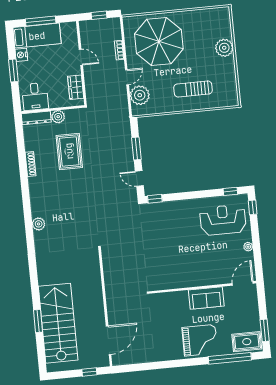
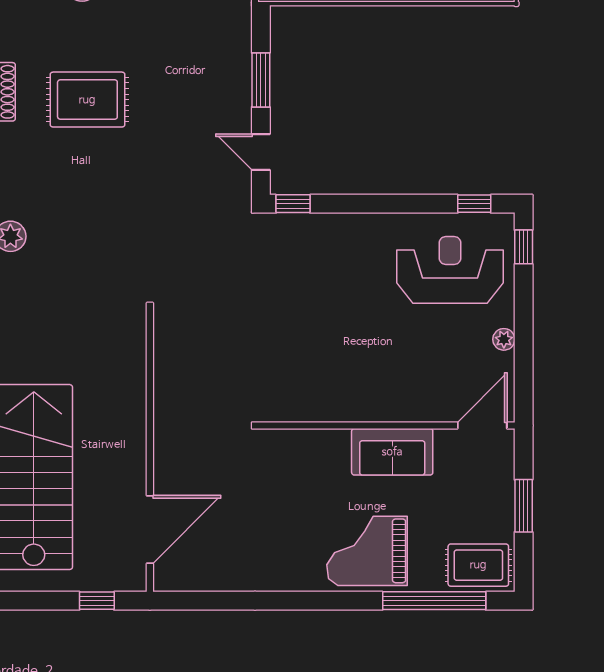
rug: (69, 151) -> (87, 100), moved, turned 90
window: (265, 330) -> (524, 506), moved
grand piano: (200, 340) -> (367, 551), turned 180

